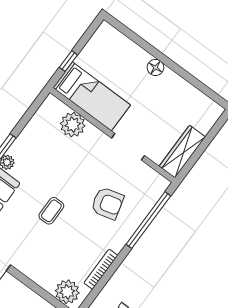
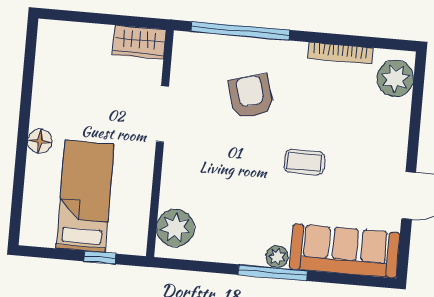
bed: (92, 96) -> (85, 196), moved
plant: (73, 125) -> (175, 228), moved
wardrobe: (182, 152) -> (139, 42), width x0.67

